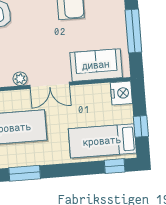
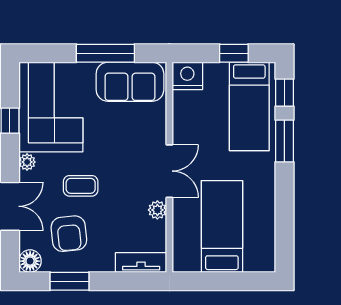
coffee table: (34, 20) -> (81, 186), added
sofa: (96, 65) -> (130, 82), moved, turned -90
window: (25, 173) -> (284, 141), moved

